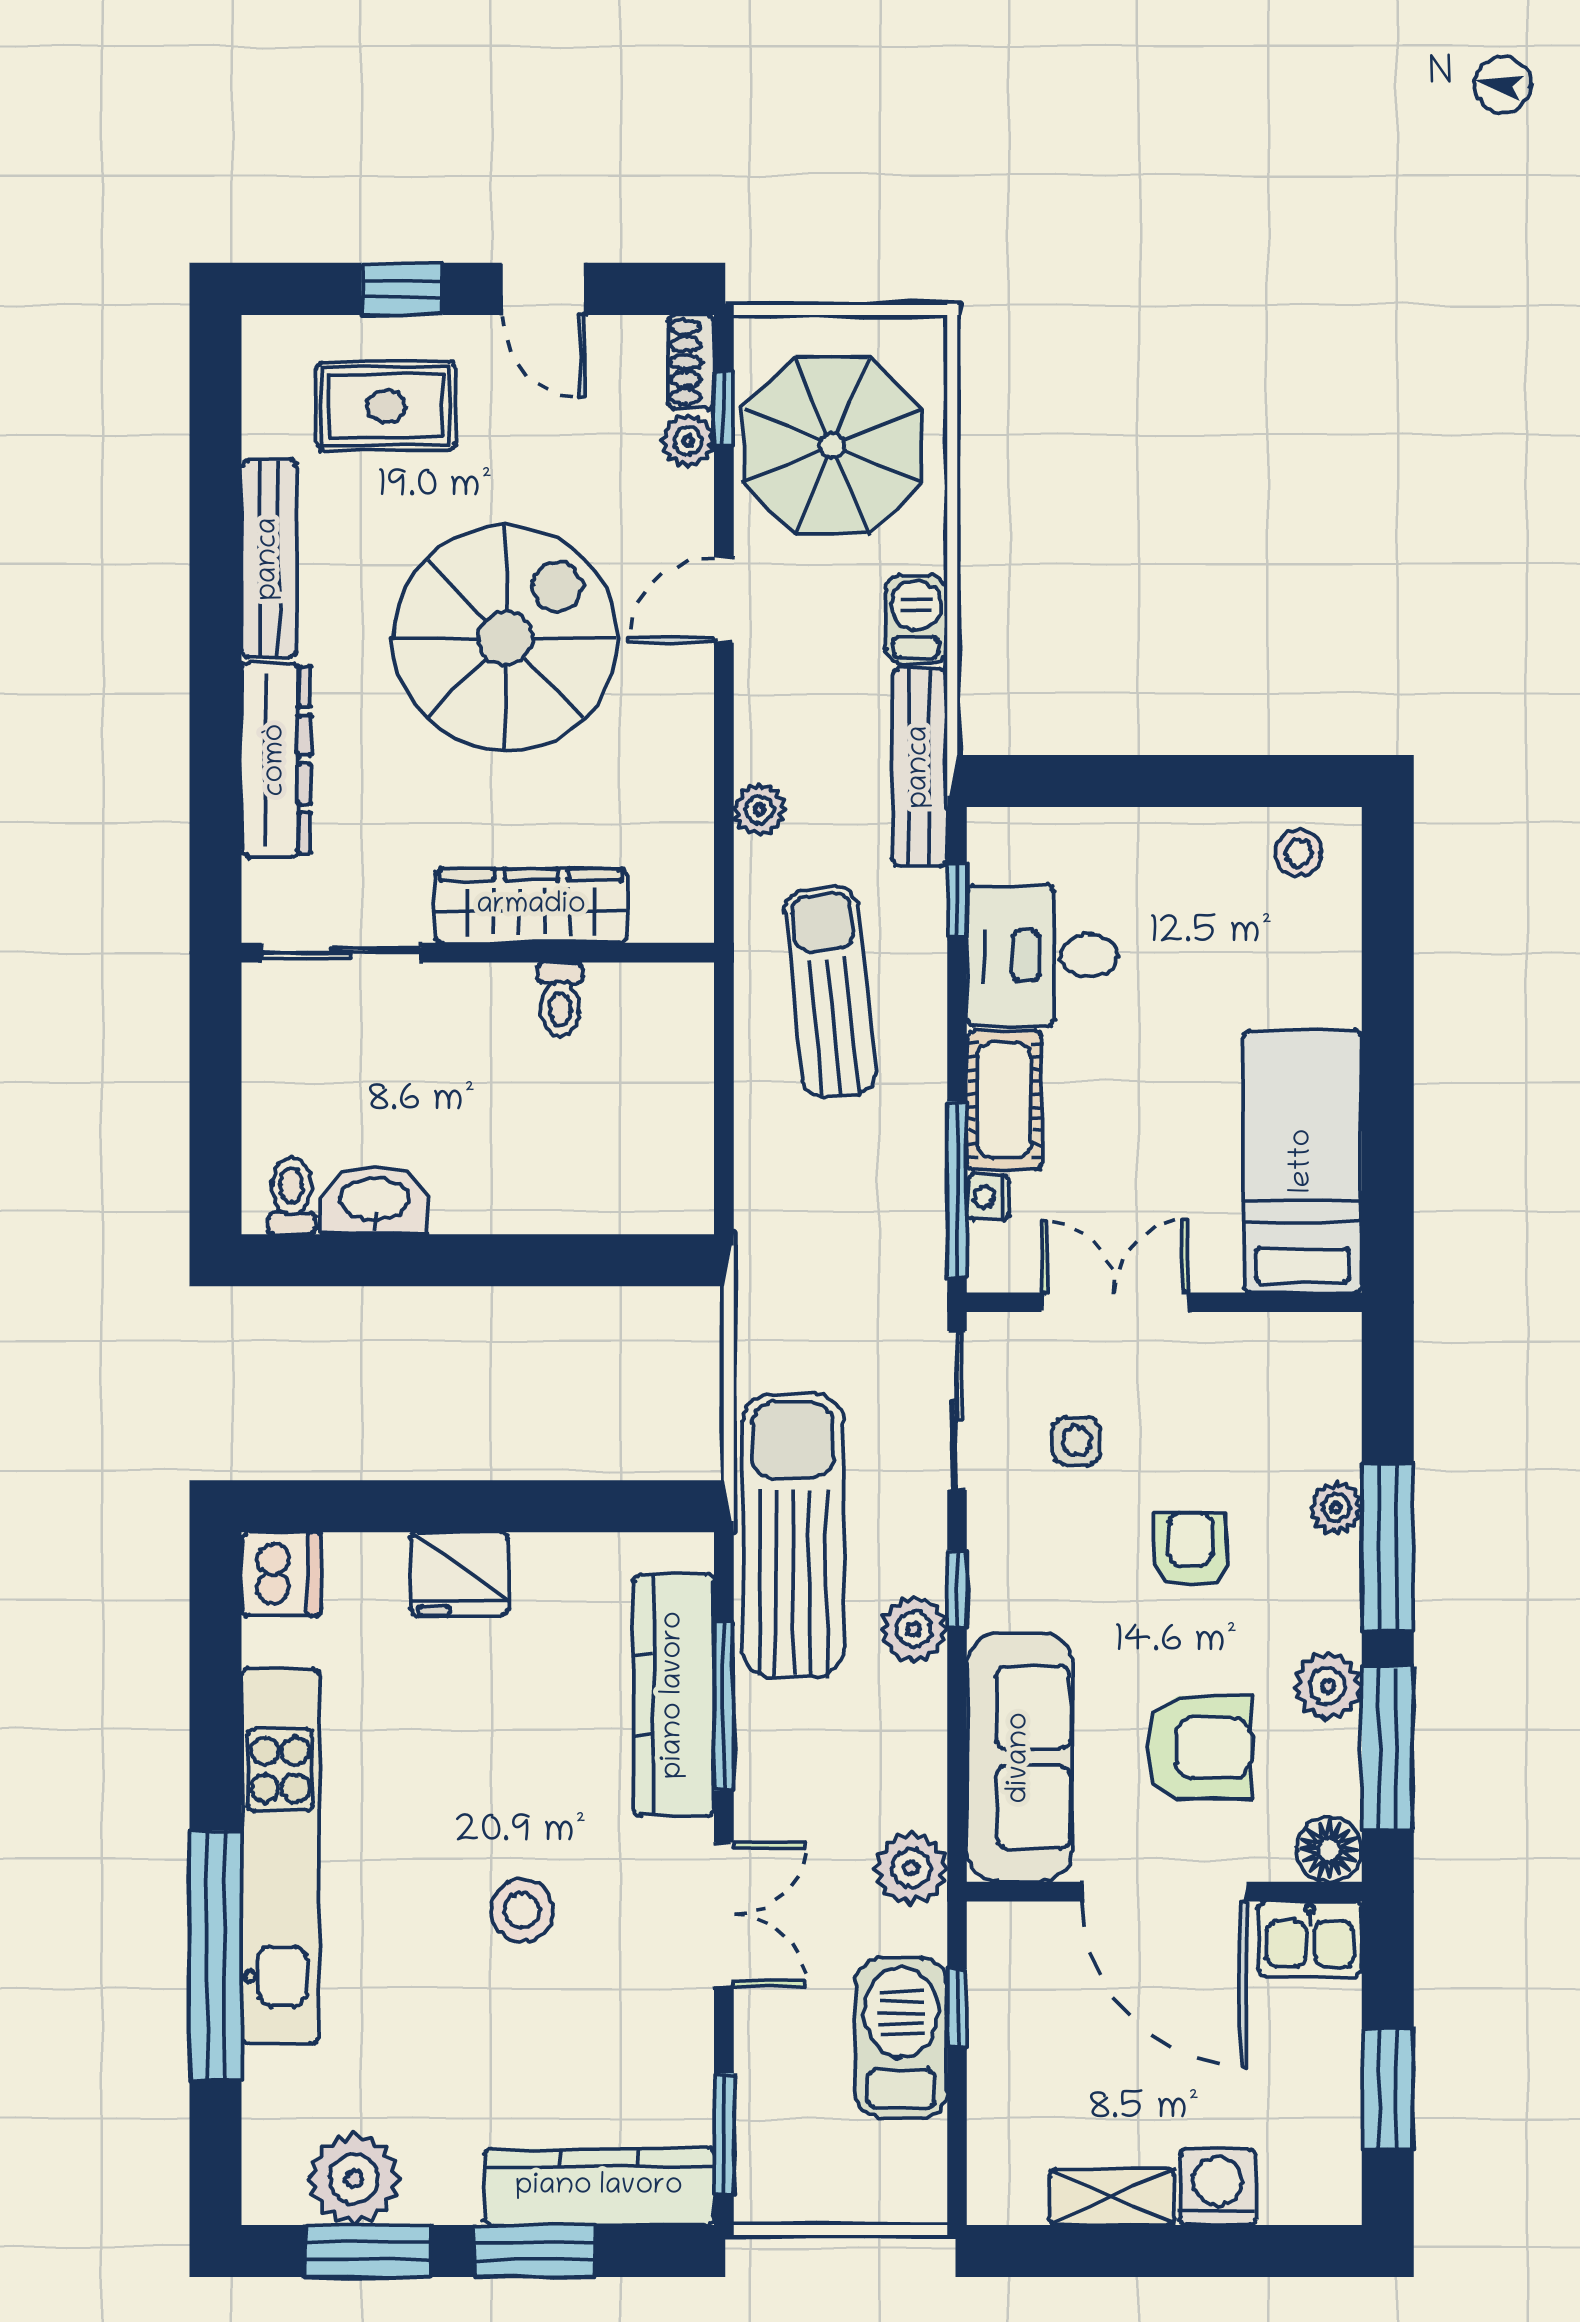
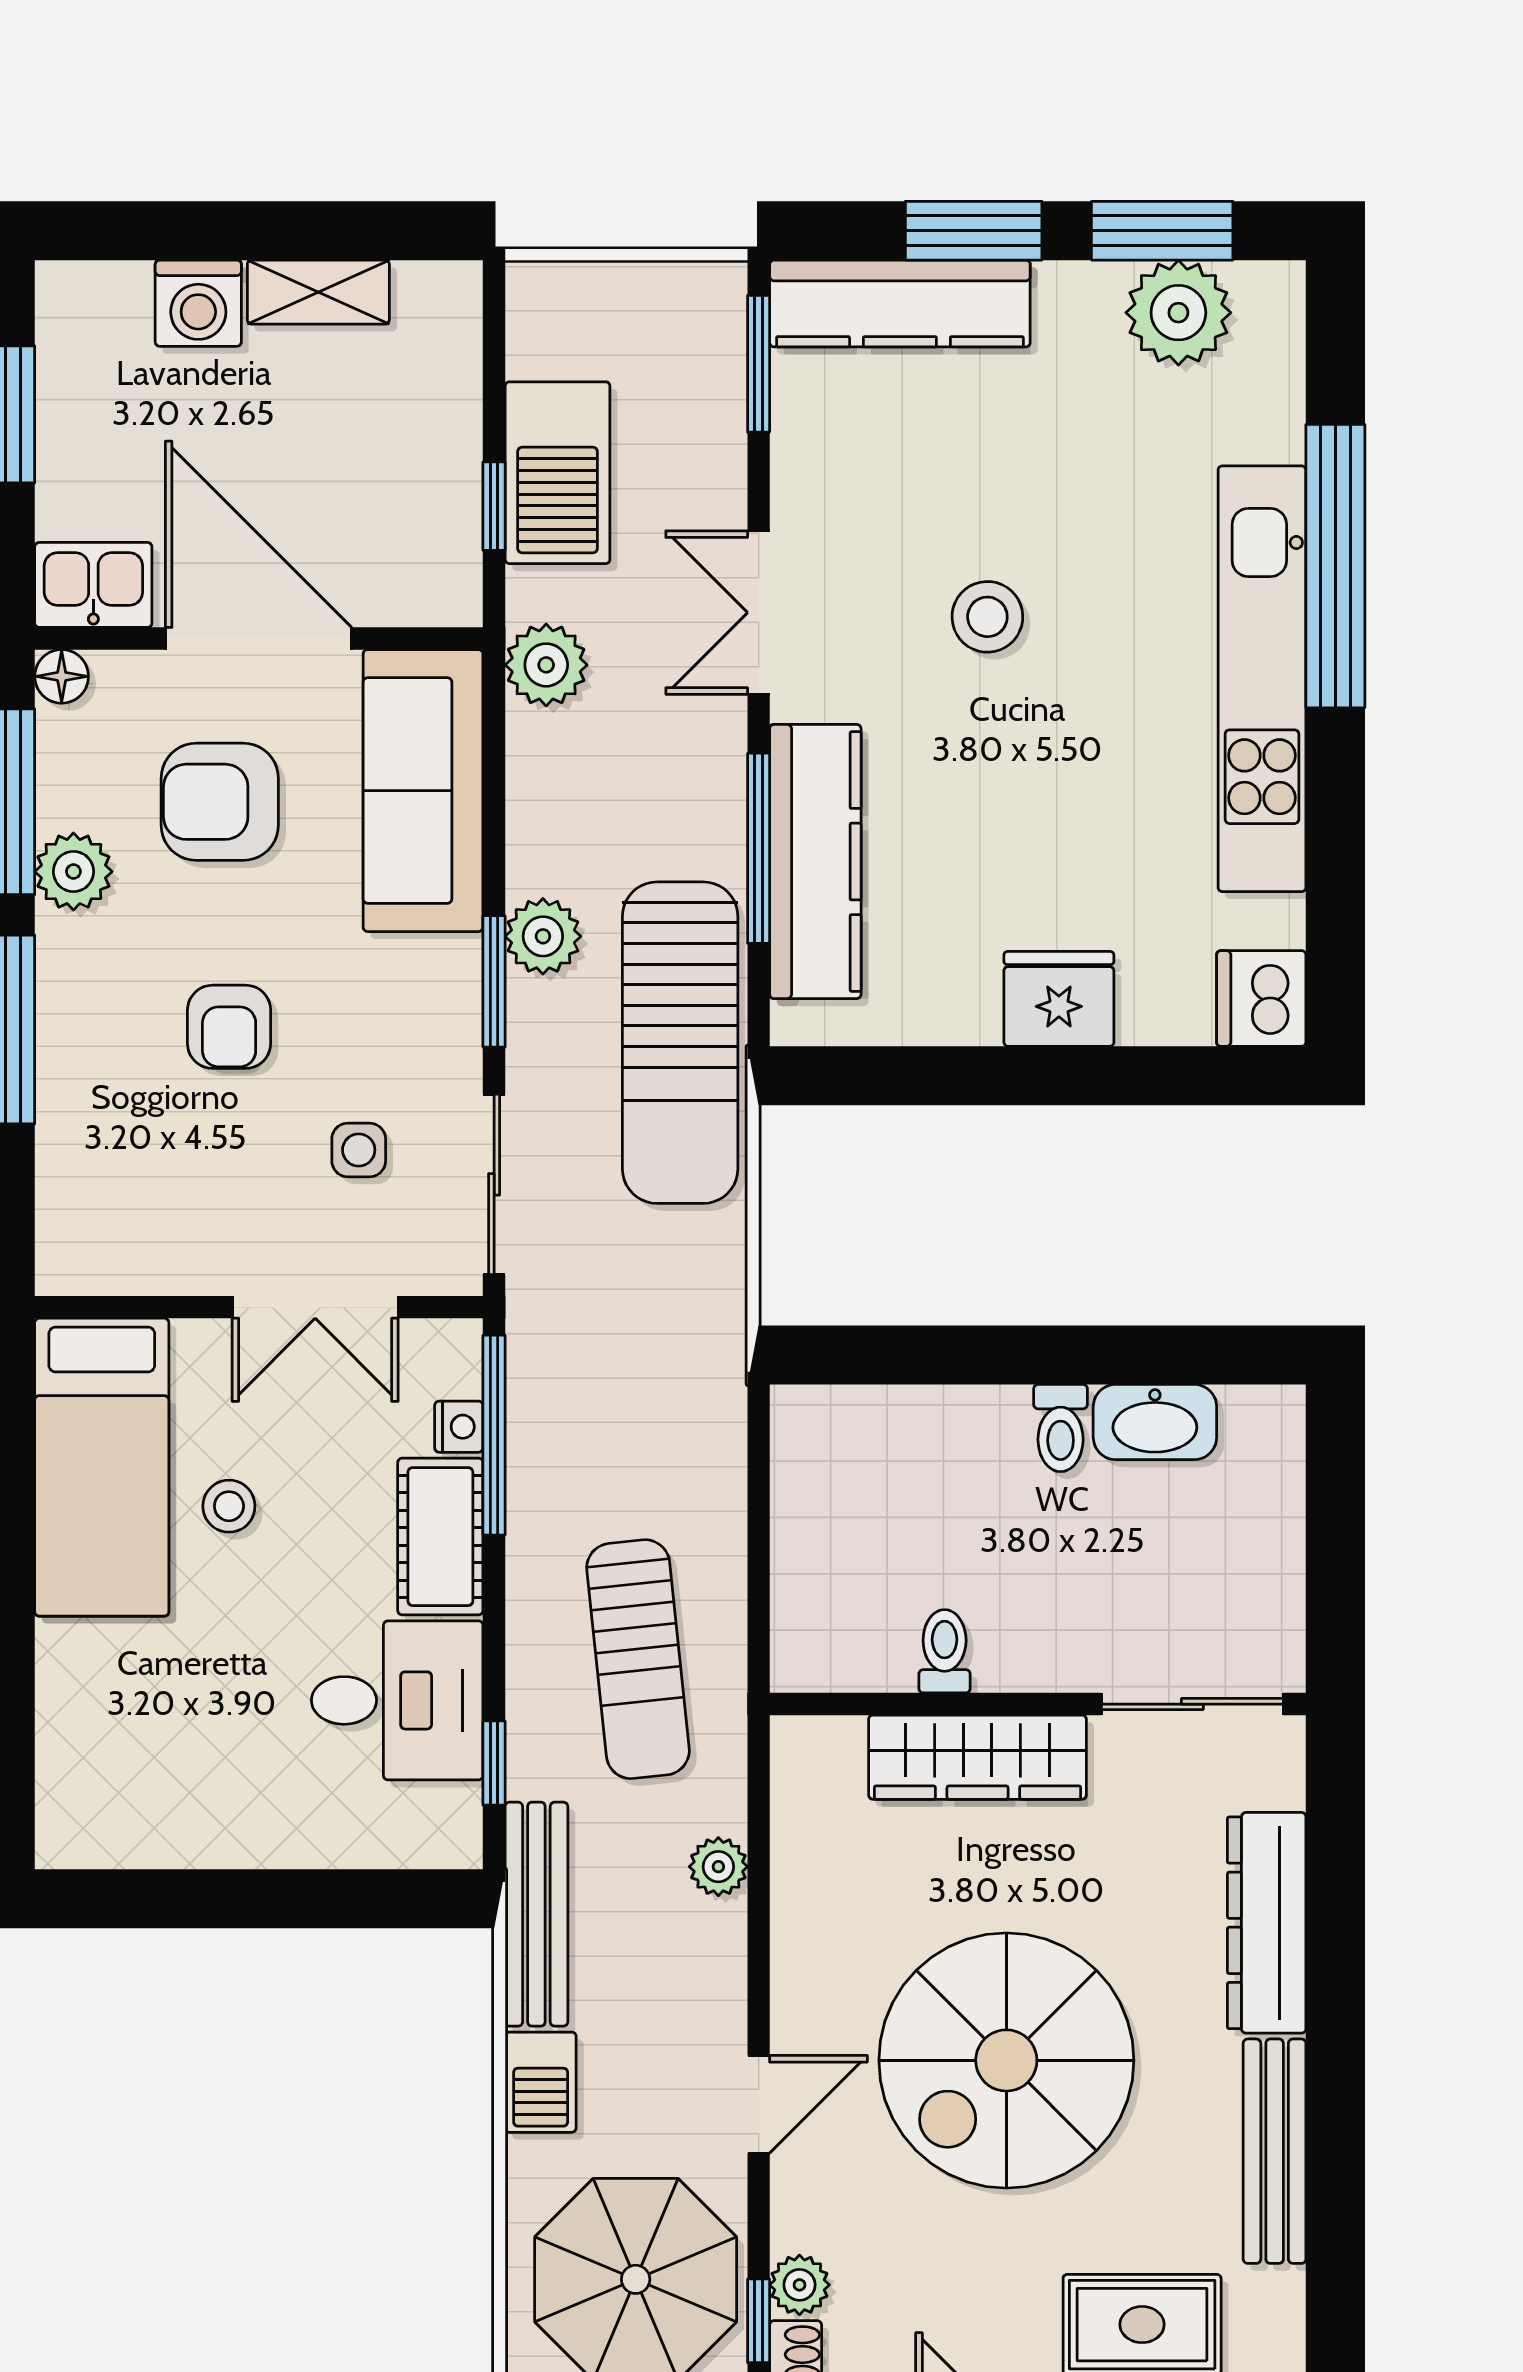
stool: (1299, 853) -> (229, 1506), moved
toilet: (291, 1196) -> (1061, 1428), moved
plant: (1336, 1508) -> (64, 1074), removed
window: (957, 1589) -> (494, 981), width x1.50
floor lamp: (1329, 1849) -> (62, 676), width x0.73, depth x0.73

